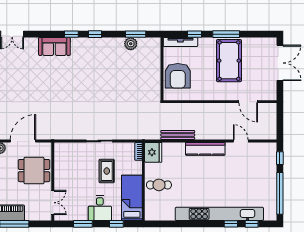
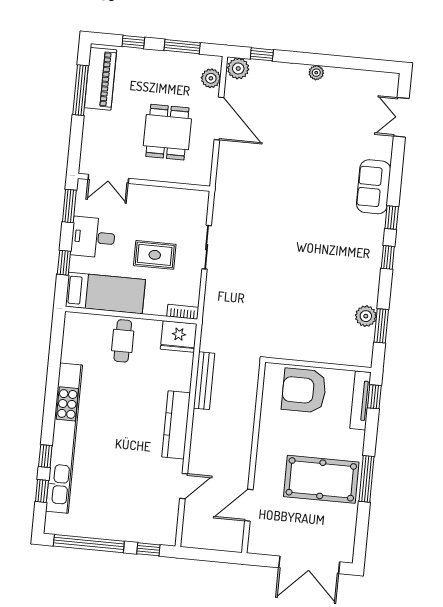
window: (195, 34) -> (374, 397), moved
wall: (53, 181) -> (144, 182), moved
double door: (53, 203) -> (108, 179), moved

